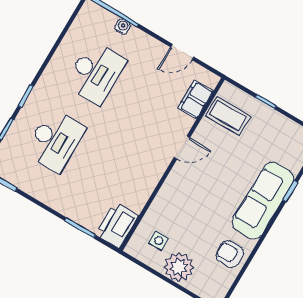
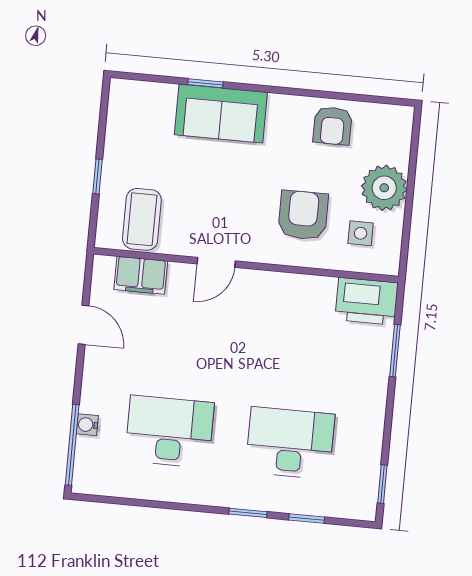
door: (182, 147) -> (216, 262), swing flipped
sofa: (263, 201) -> (221, 113), width x0.73
armchair: (185, 212) -> (303, 215), added

